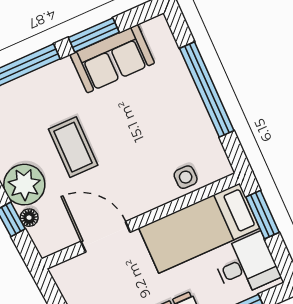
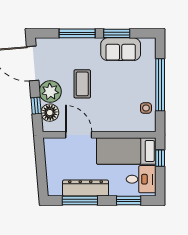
side table: (186, 177) -> (146, 108), moved
window: (263, 215) -> (160, 158), width x0.67
floor lamp: (29, 218) -> (50, 113), width x1.89, depth x1.89

